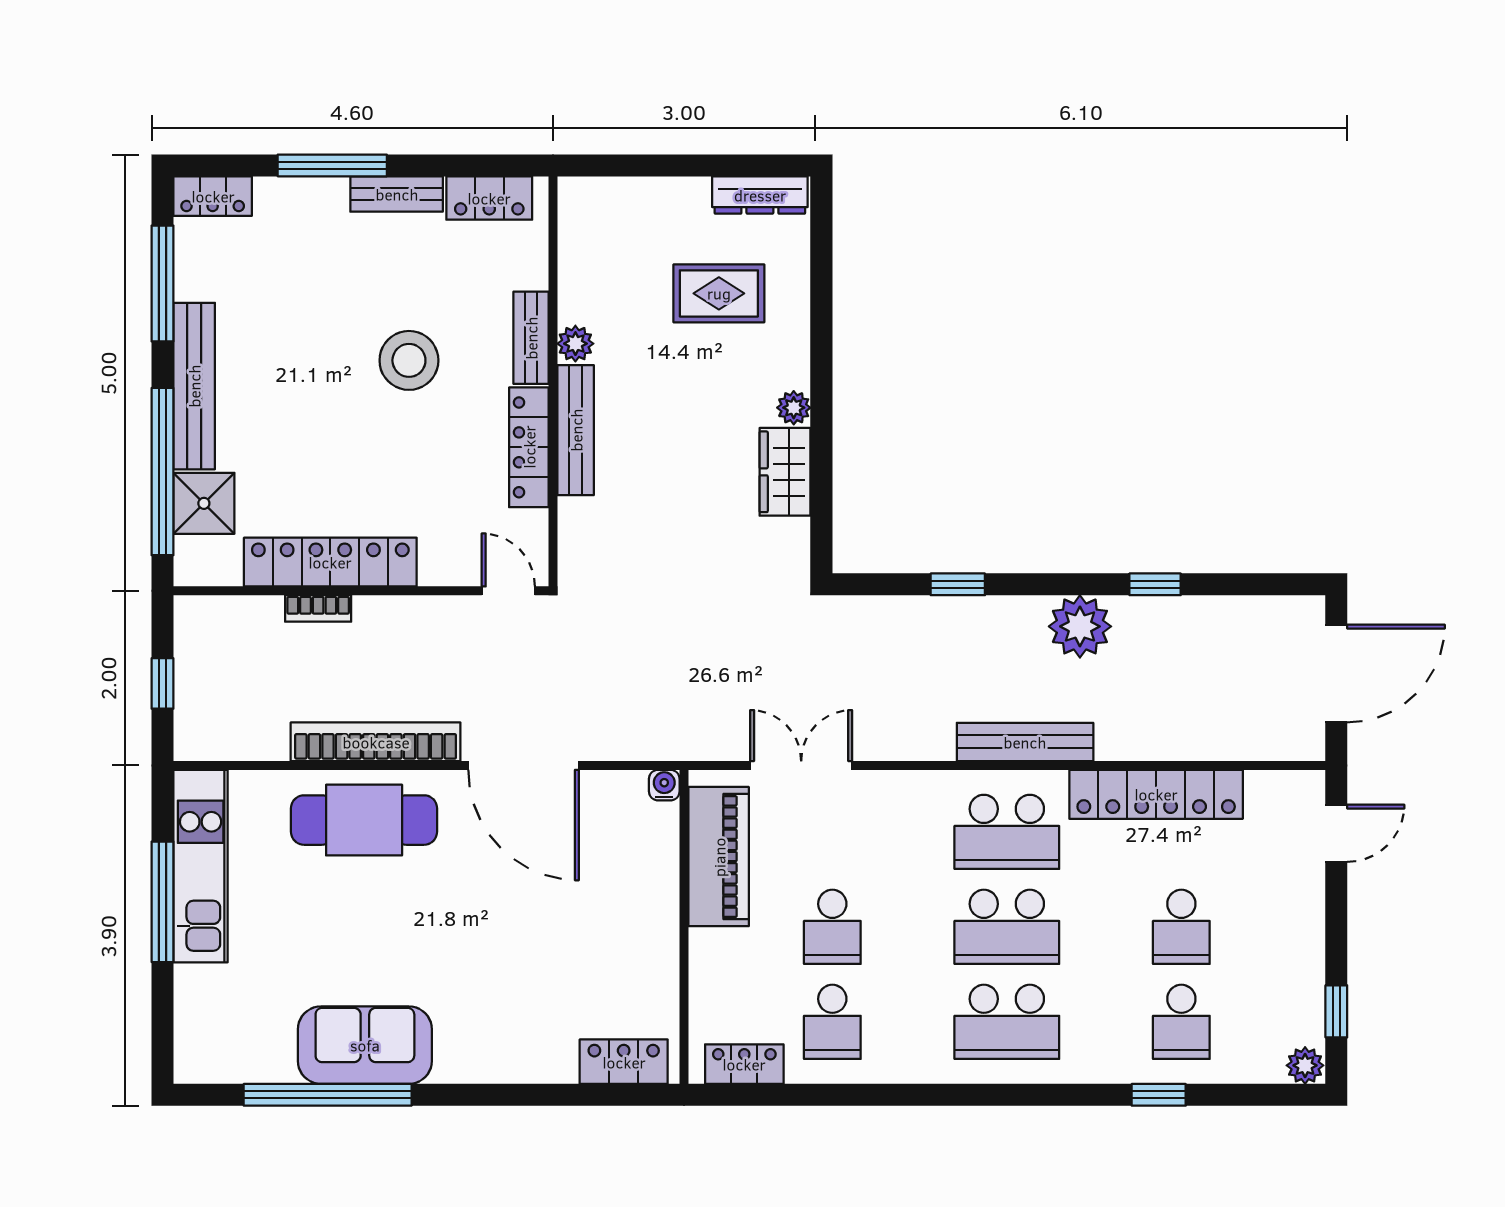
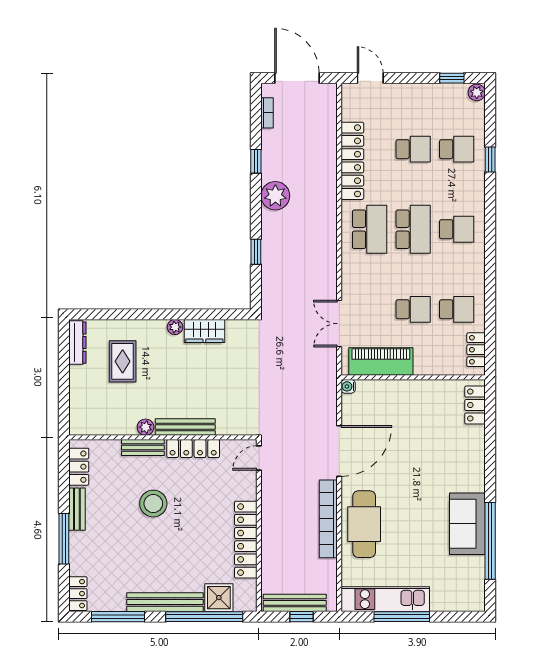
bookcase: (318, 608) -> (267, 113), moved
bench: (1025, 742) -> (295, 603), moved, turned 90
school desk: (1007, 1022) -> (457, 229), width x0.54

